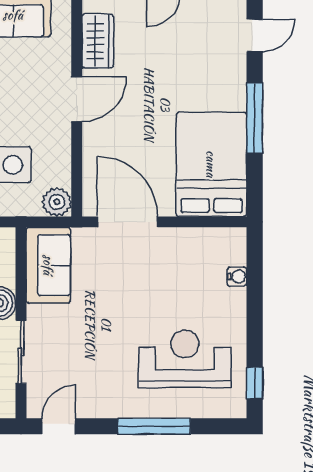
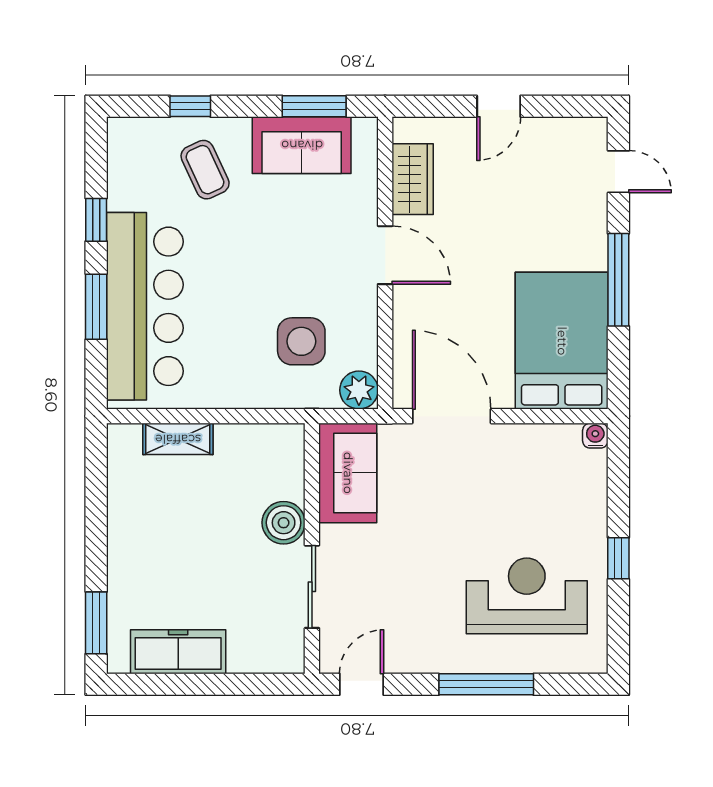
door: (255, 35) -> (618, 172), hinge flipped
door: (77, 99) -> (385, 255), hinge flipped
water cooler: (237, 277) -> (595, 436), moved, turned -90
window: (255, 383) -> (618, 558), moved

